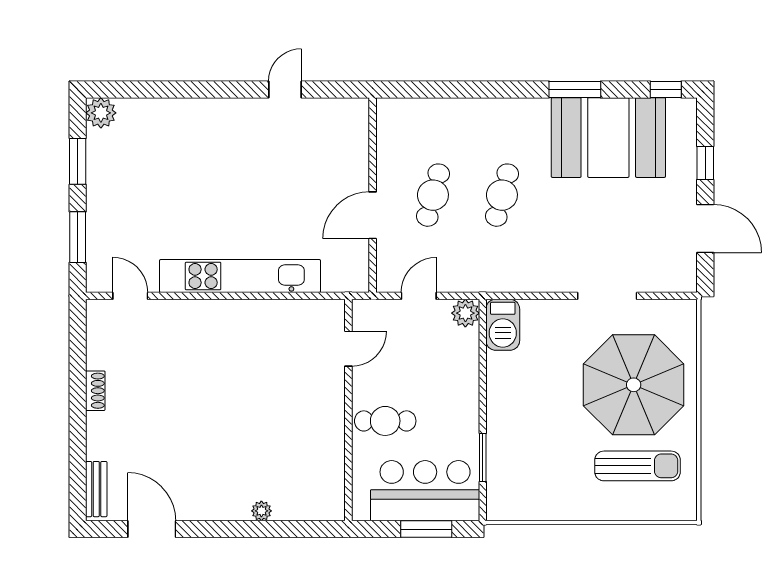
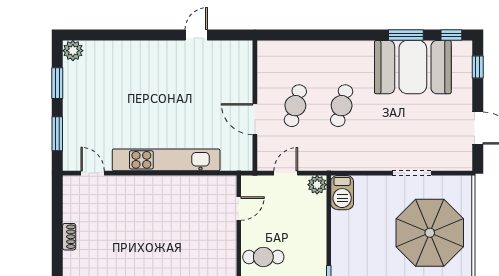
window: (575, 89) -> (406, 35), moved
window: (705, 163) -> (478, 67), moved
door: (373, 215) -> (255, 119), hinge flipped

